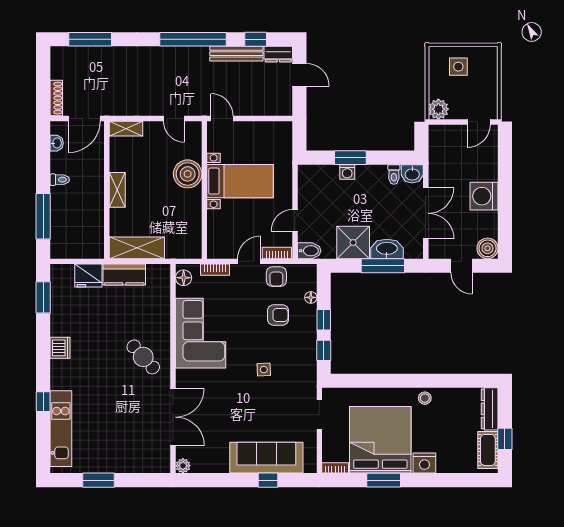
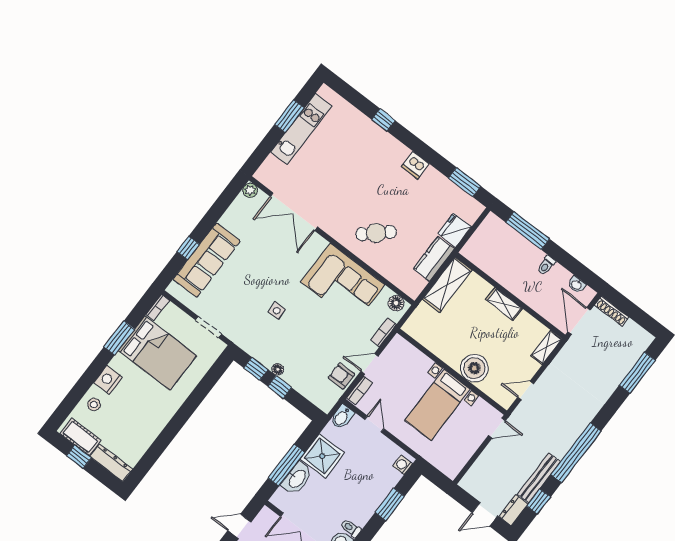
washing machine: (347, 172) -> (402, 465), moved
door: (249, 261) -> (370, 364), swing flipped
floor lamp: (311, 297) -> (278, 369), moved
armchair: (278, 315) -> (311, 354), removed
cafe table: (143, 357) -> (376, 233), moved
stool: (425, 398) -> (94, 404), moved
kitchen unit: (61, 429) -> (301, 129), moved, turned -90
bed: (380, 440) -> (157, 353), width x0.73

